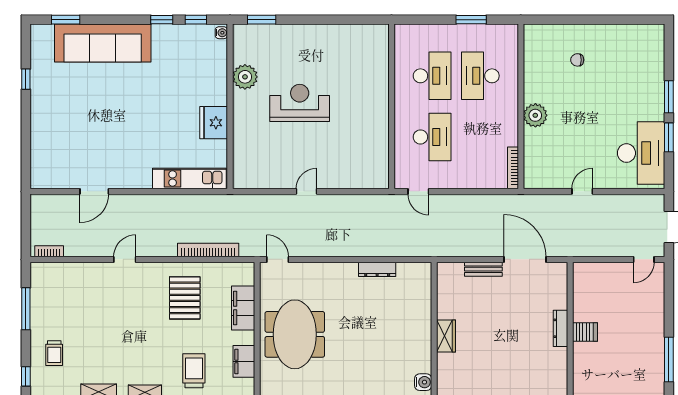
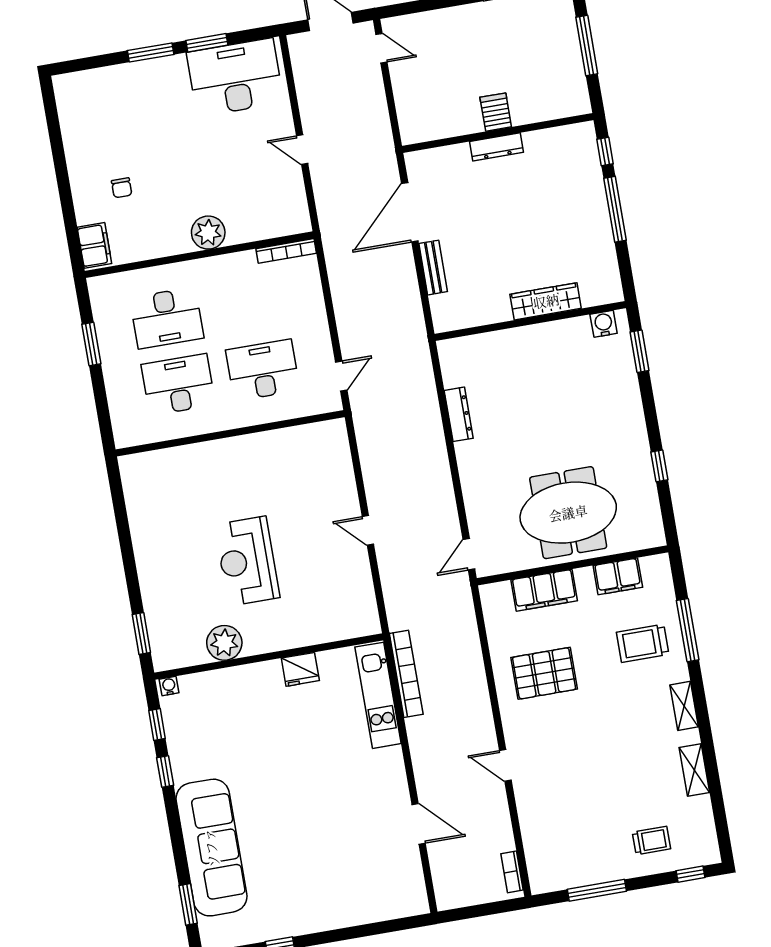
filing cabinet: (540, 34) -> (94, 245), added
fridge: (214, 123) -> (300, 669), width x0.73, depth x0.75
bookcase: (208, 250) -> (406, 674), moved, turned 180
wardrobe: (446, 336) -> (546, 301), width x1.50

